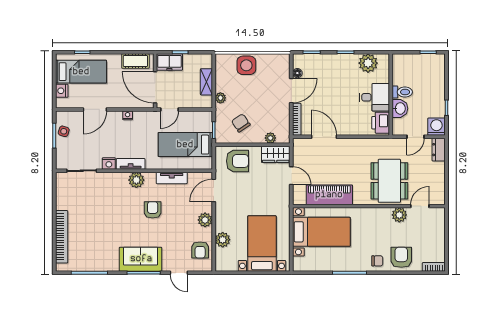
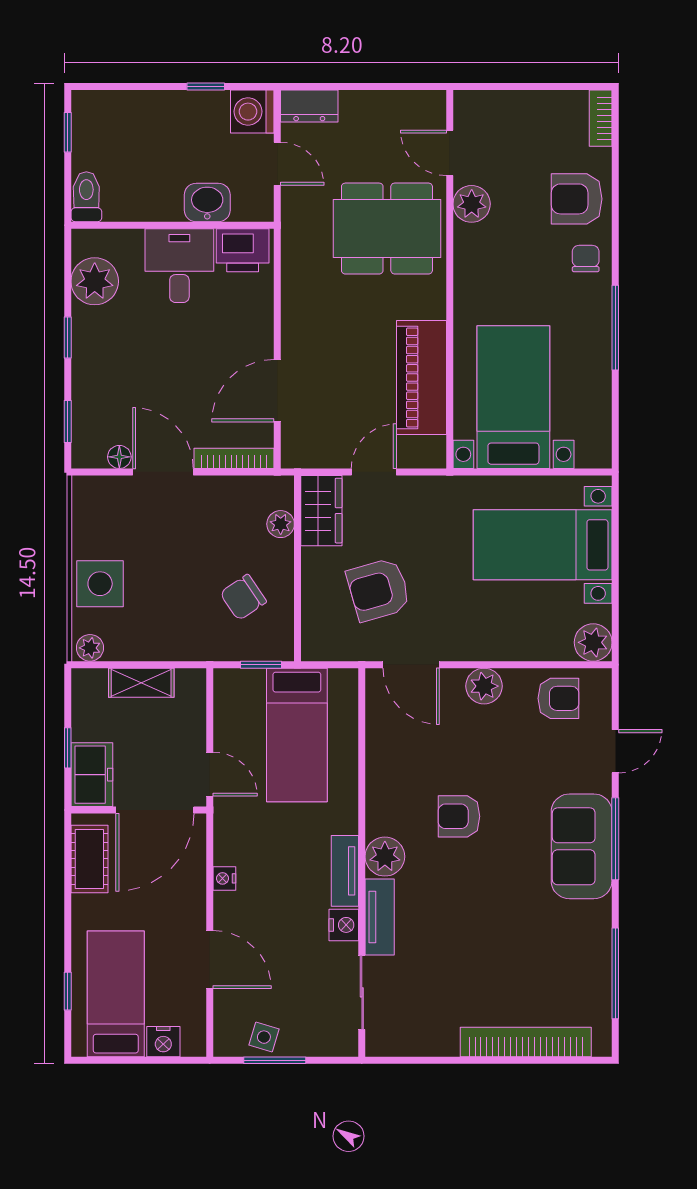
toilet: (402, 92) -> (86, 197), moved
plant: (220, 98) -> (90, 648), moved
armchair: (237, 161) -> (378, 590), moved, turned -106
tv unit: (172, 178) -> (380, 917), moved
plant: (223, 240) -> (593, 642), moved

